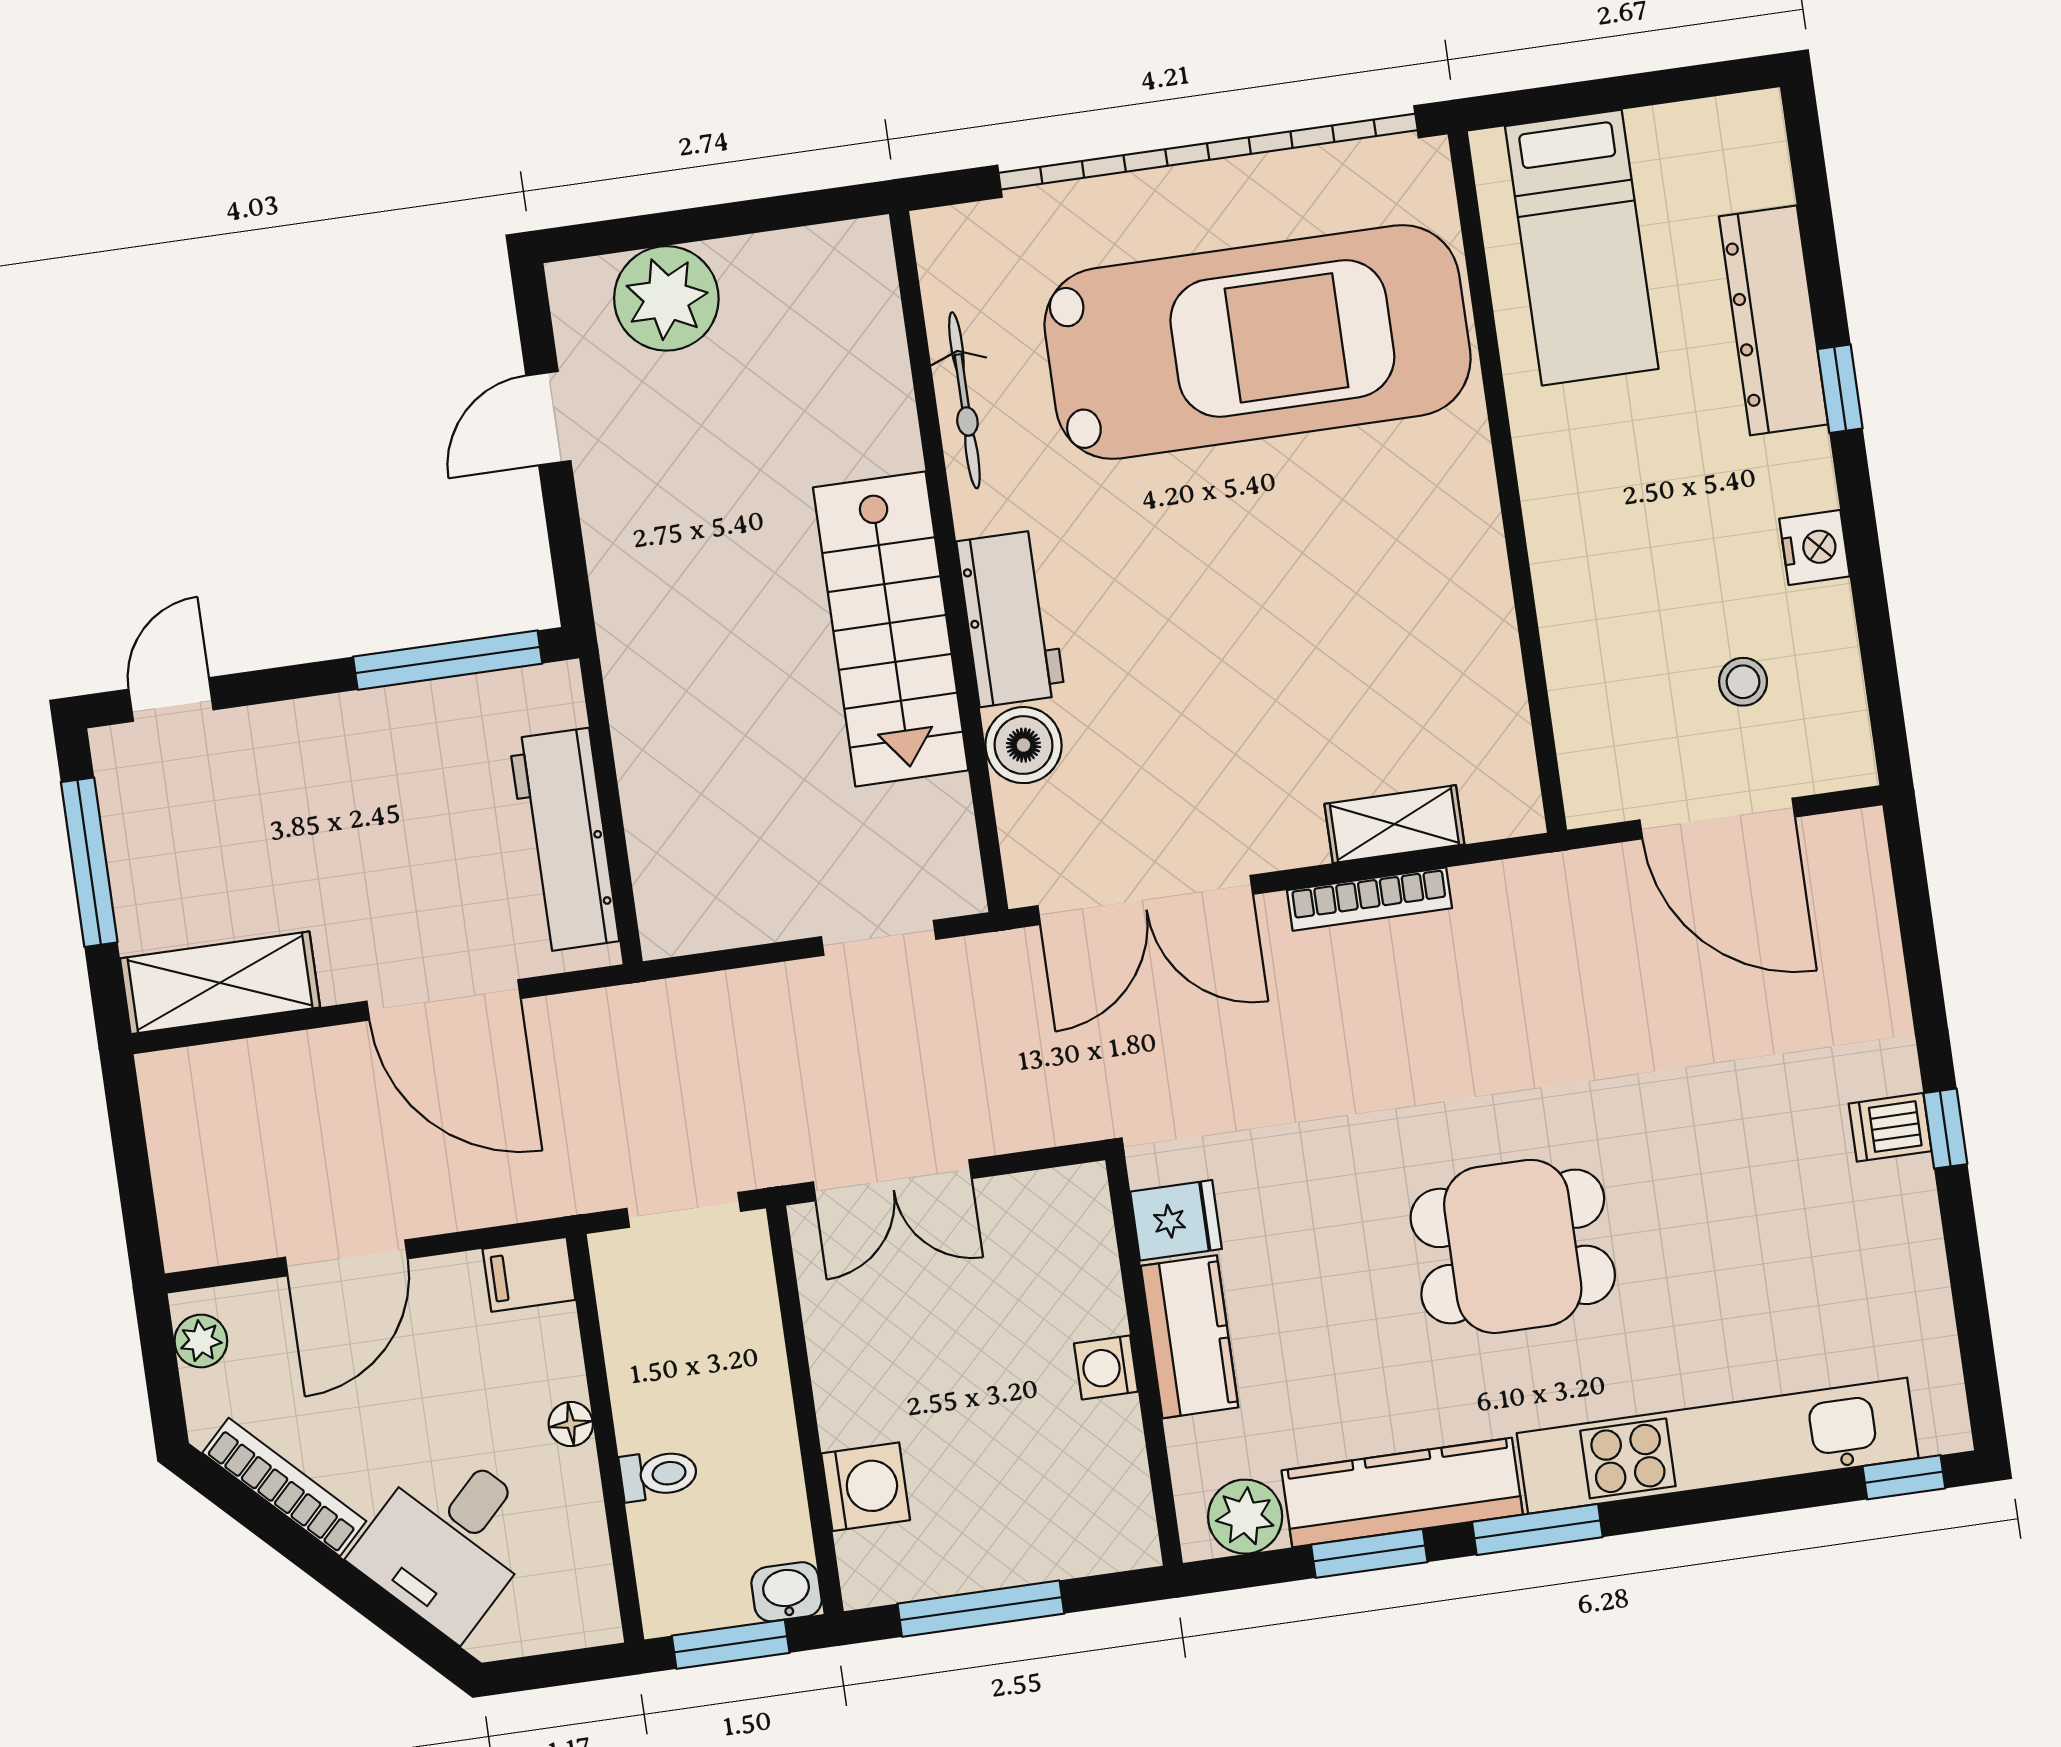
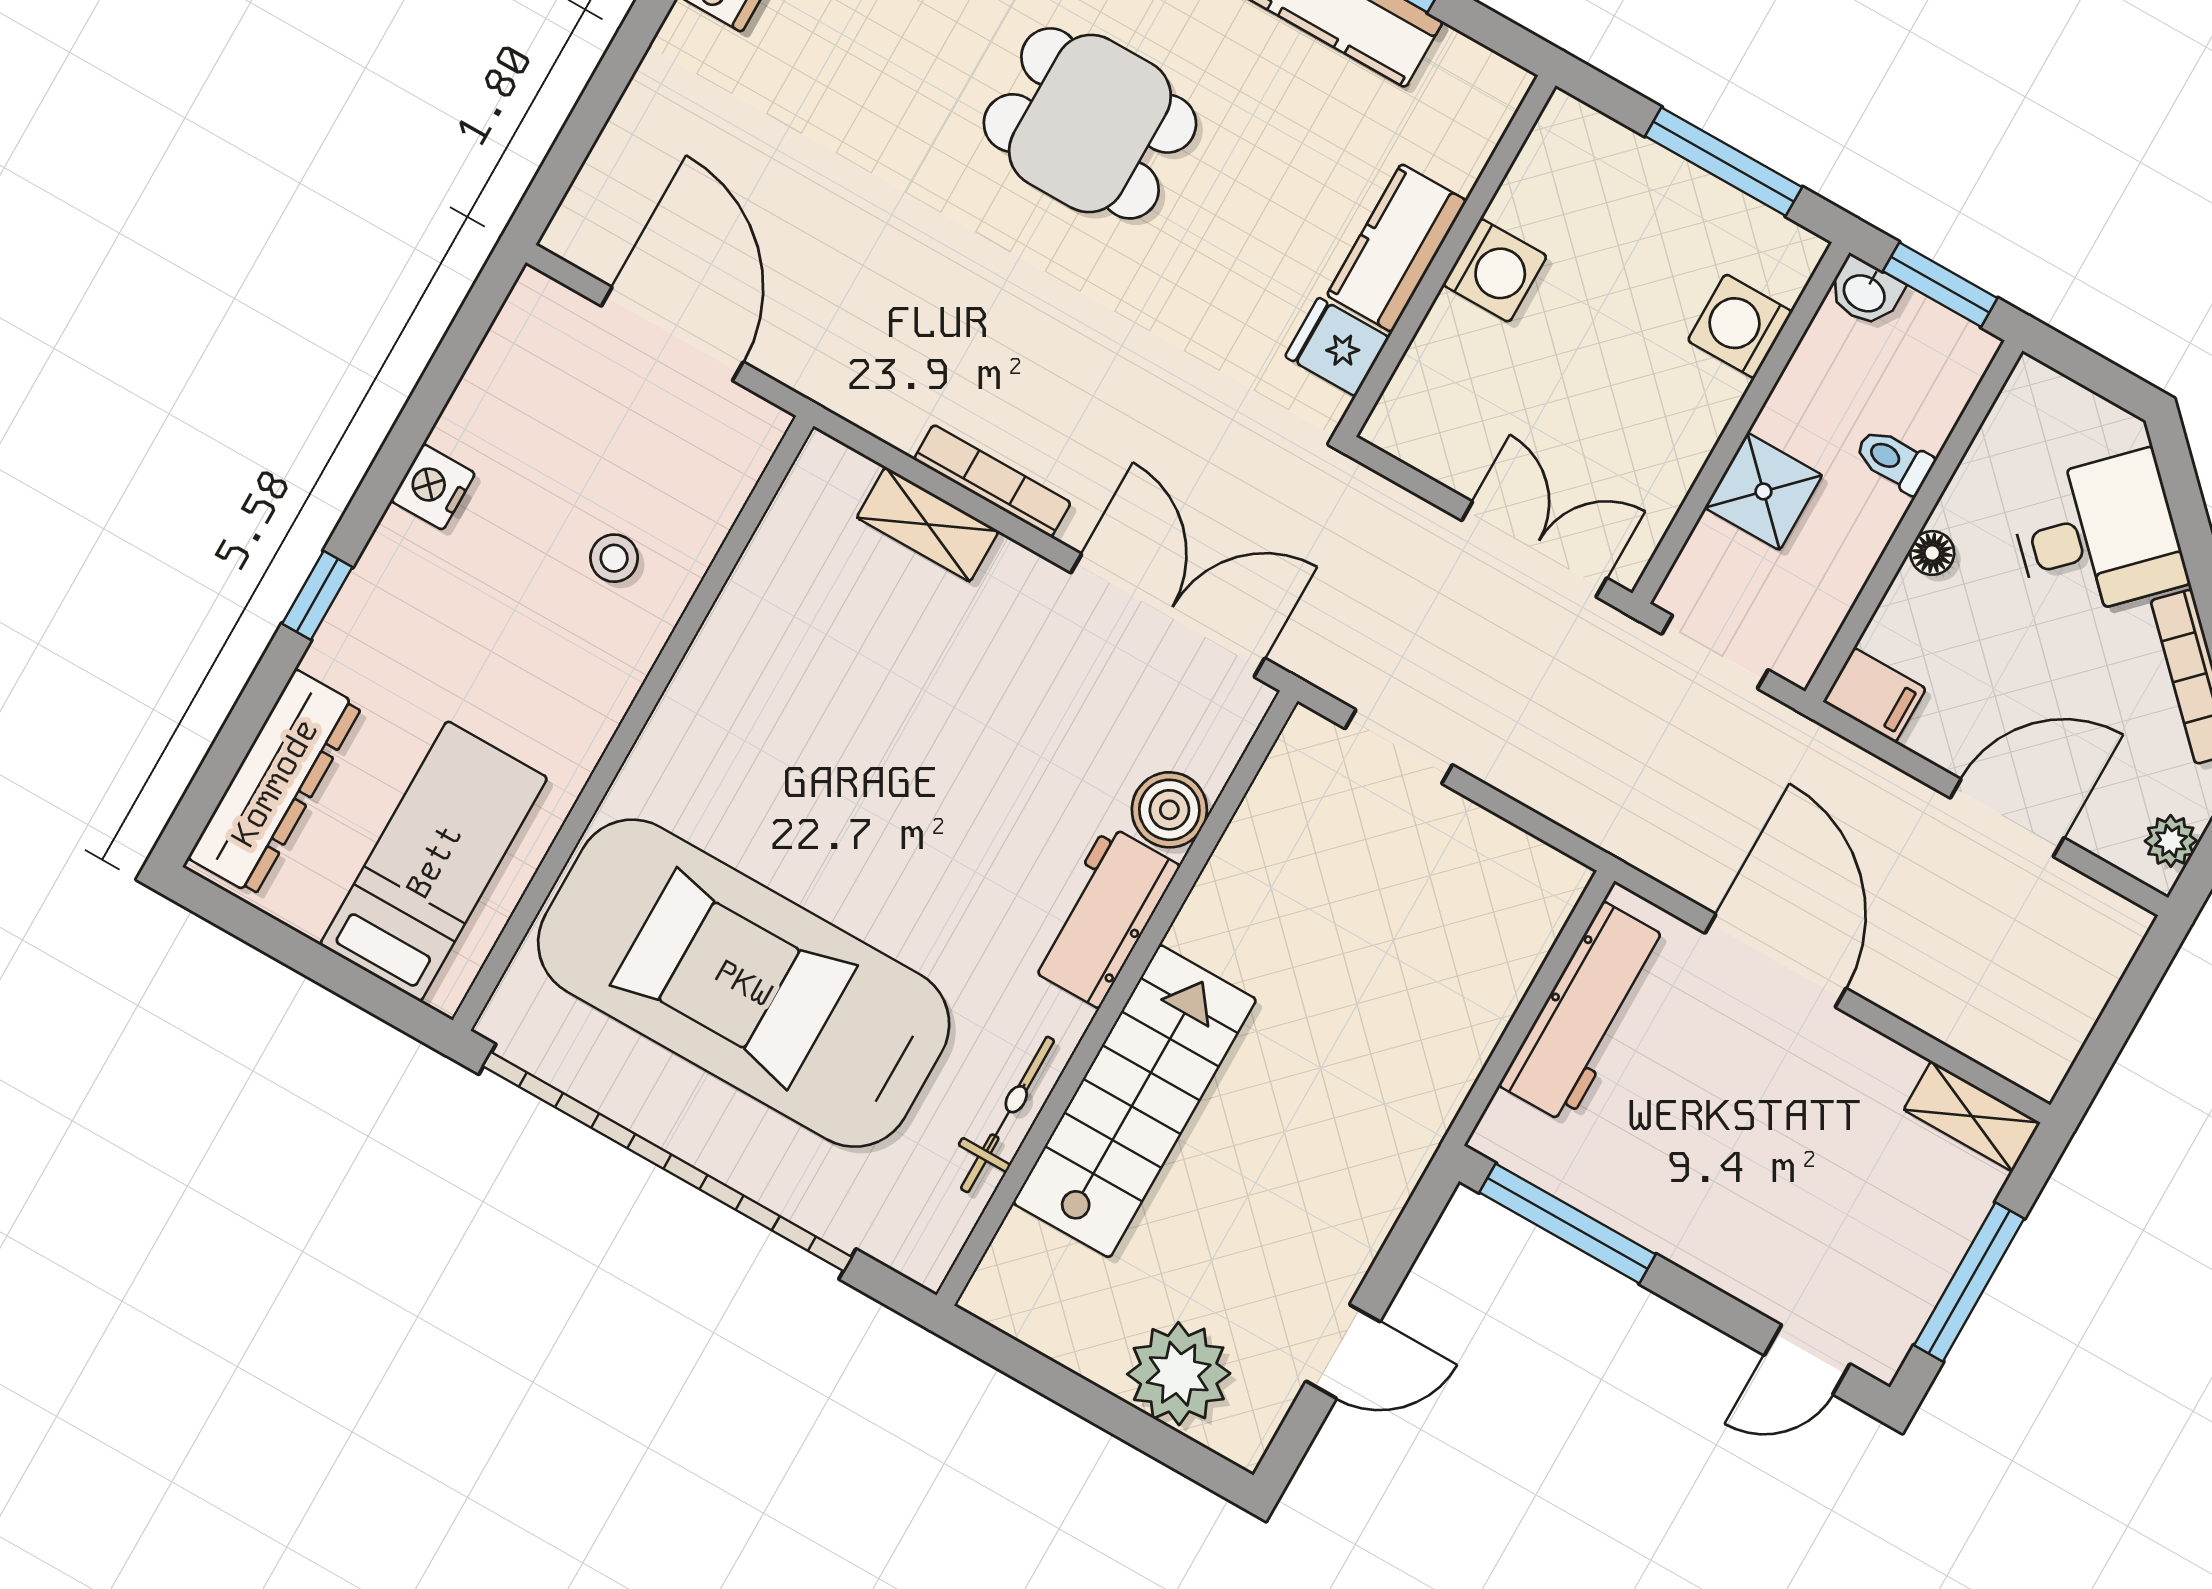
dresser: (1774, 320) -> (275, 782), moved
stairs: (891, 629) -> (1135, 1101), moved
stool: (1743, 682) -> (614, 558), moved
shelving: (220, 983) -> (1972, 1116), width x0.67, depth x0.75
washing machine: (1106, 1368) -> (1495, 270), width x1.38, depth x1.38
shower: (744, 1369) -> (1763, 491), added
plant: (1245, 1517) -> (1462, 74), removed

